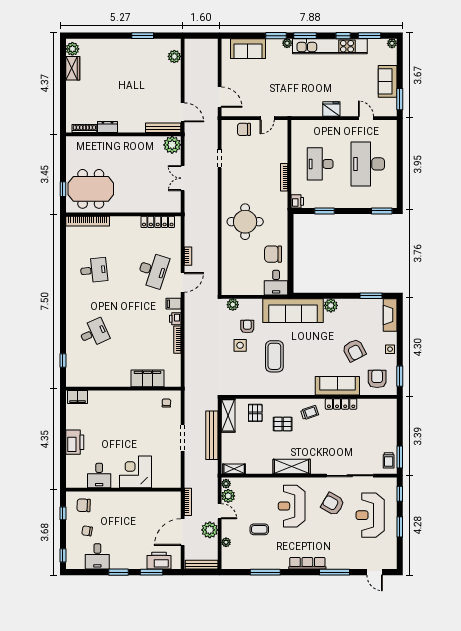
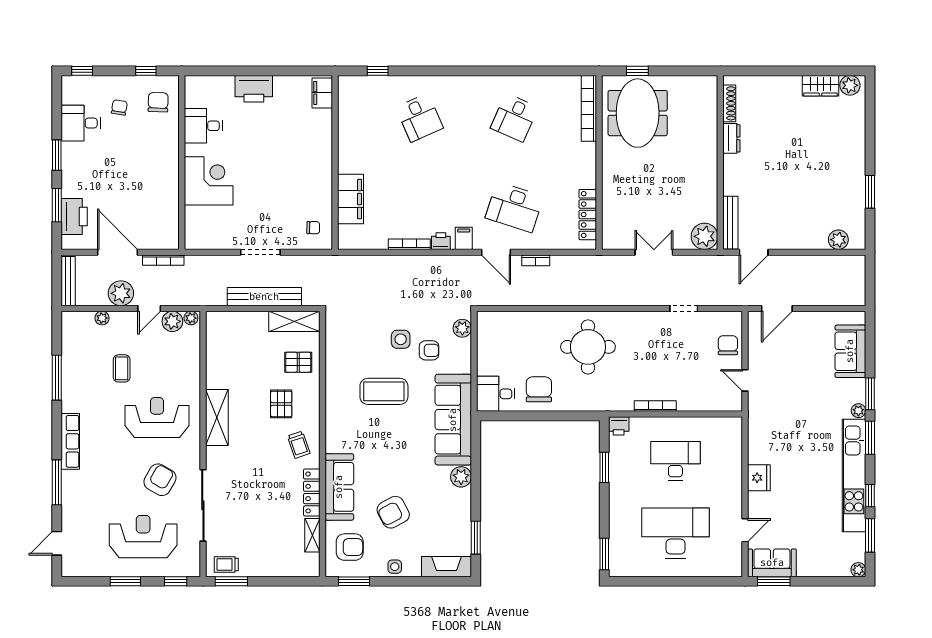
sofa: (388, 81) -> (772, 563), moved
desk: (94, 270) -> (514, 118), turned 30
shelving: (234, 469) -> (312, 535), moved

